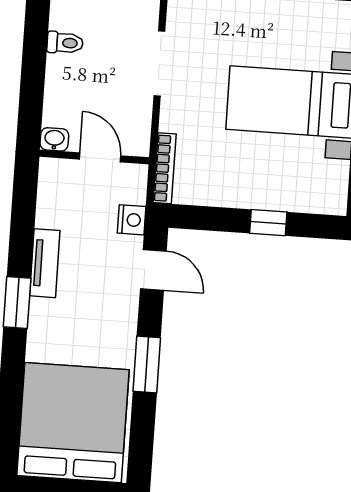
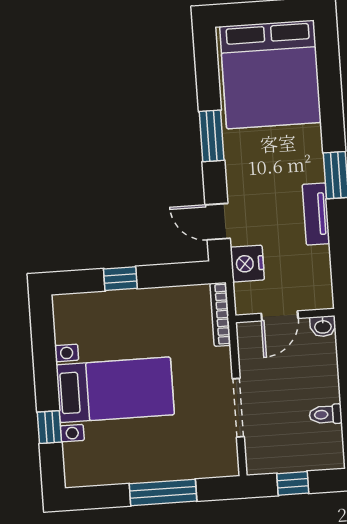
door: (100, 157) -> (280, 316), hinge flipped
nightstand: (132, 220) -> (247, 264), width x1.36, depth x1.33

